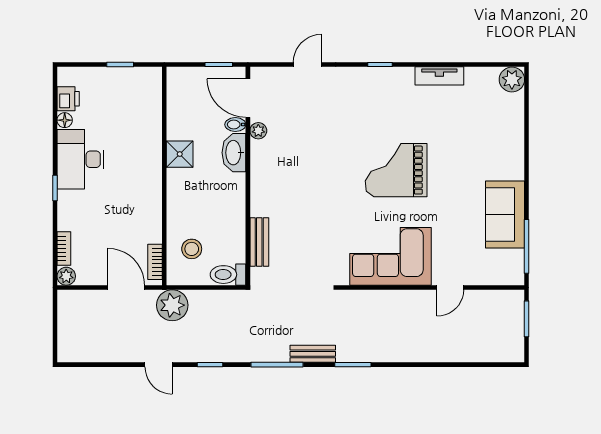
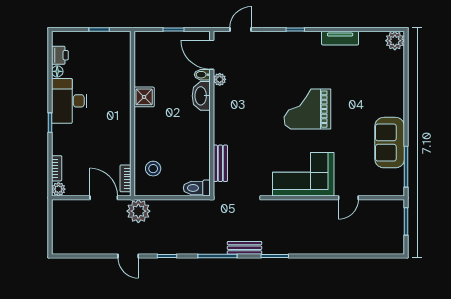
door: (248, 98) -> (212, 55), moved
bidet: (235, 125) -> (202, 75), moved
plant: (258, 131) -> (220, 79), moved
washbasin: (234, 153) -> (201, 96), moved
wall: (248, 176) -> (212, 114), moved
bench: (259, 242) -> (220, 163), moved
toilet: (228, 275) -> (197, 188), moved

